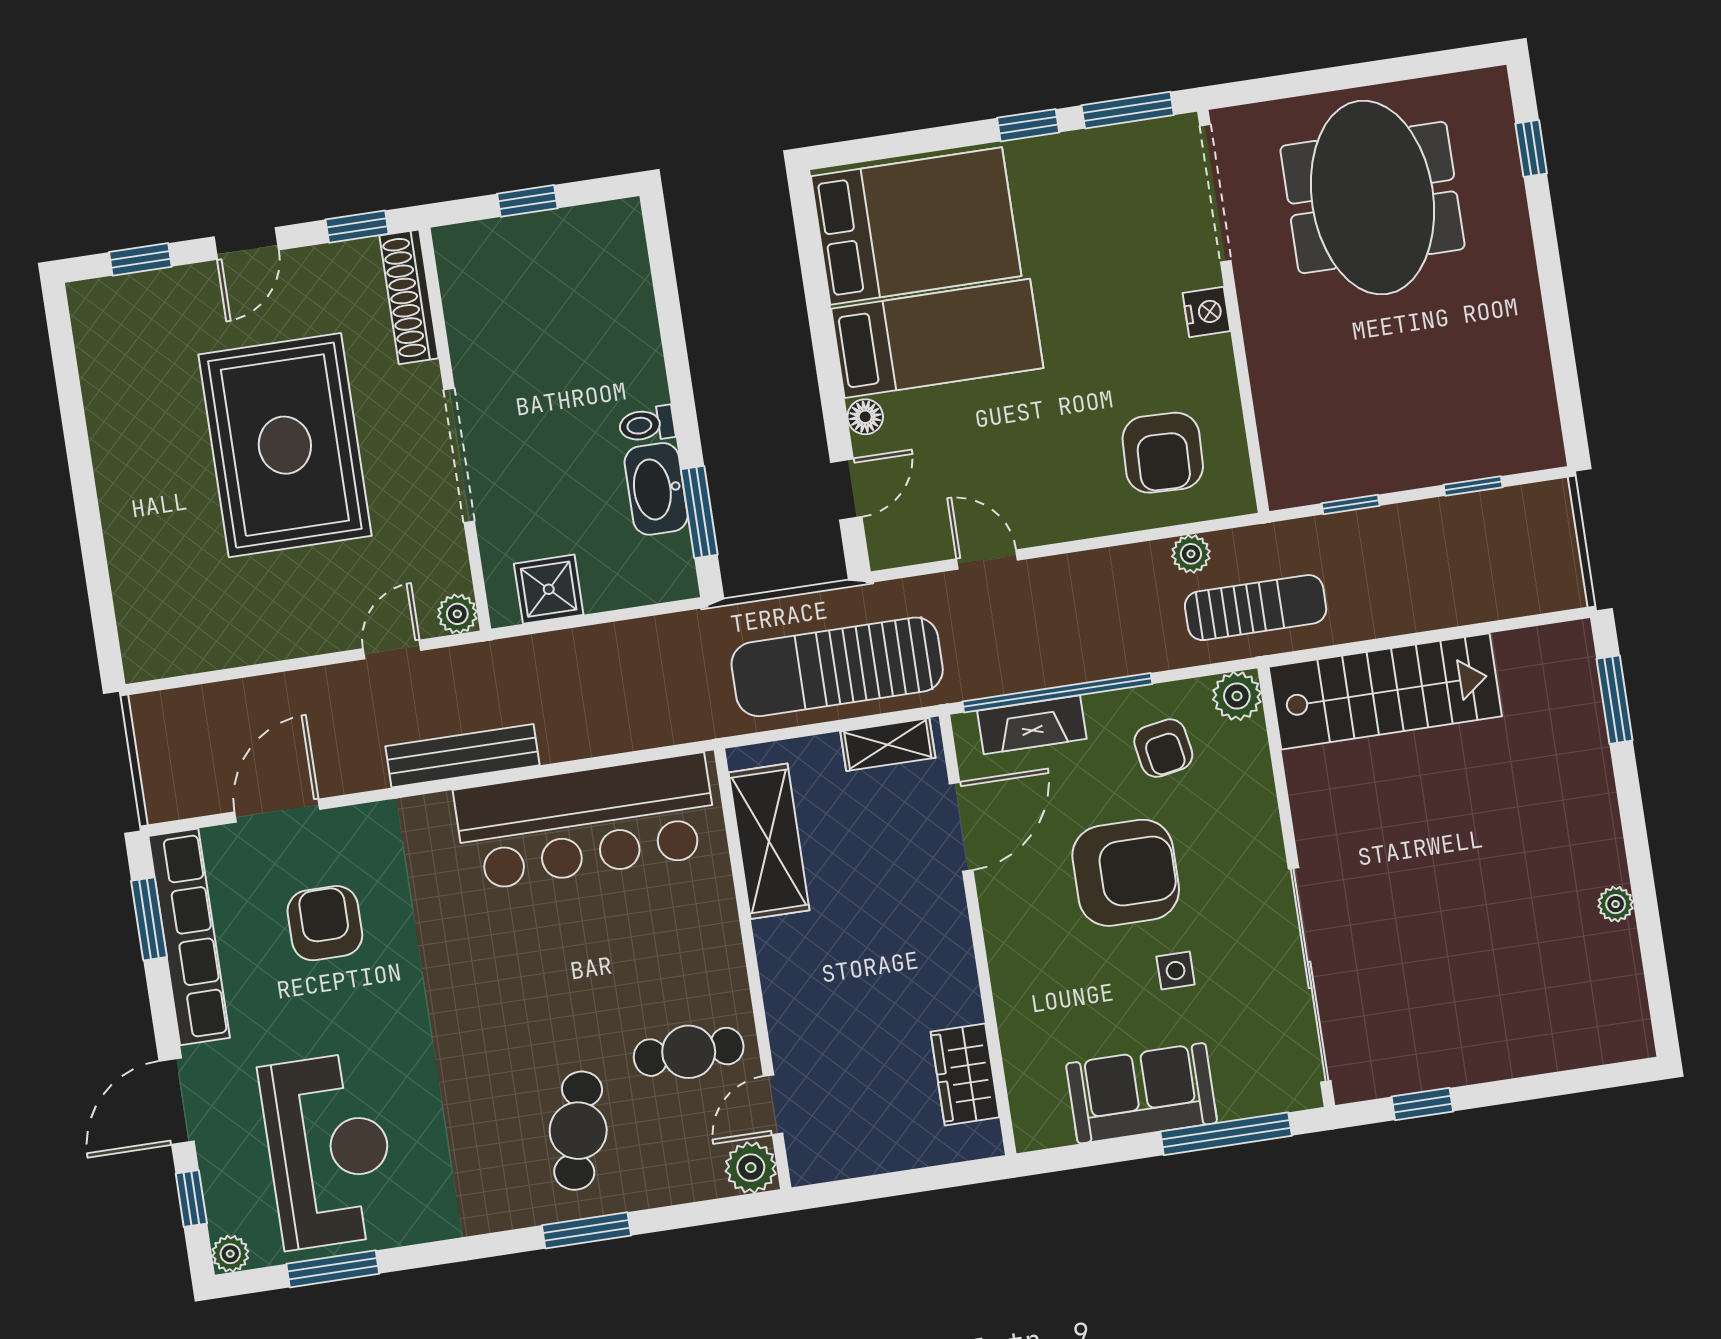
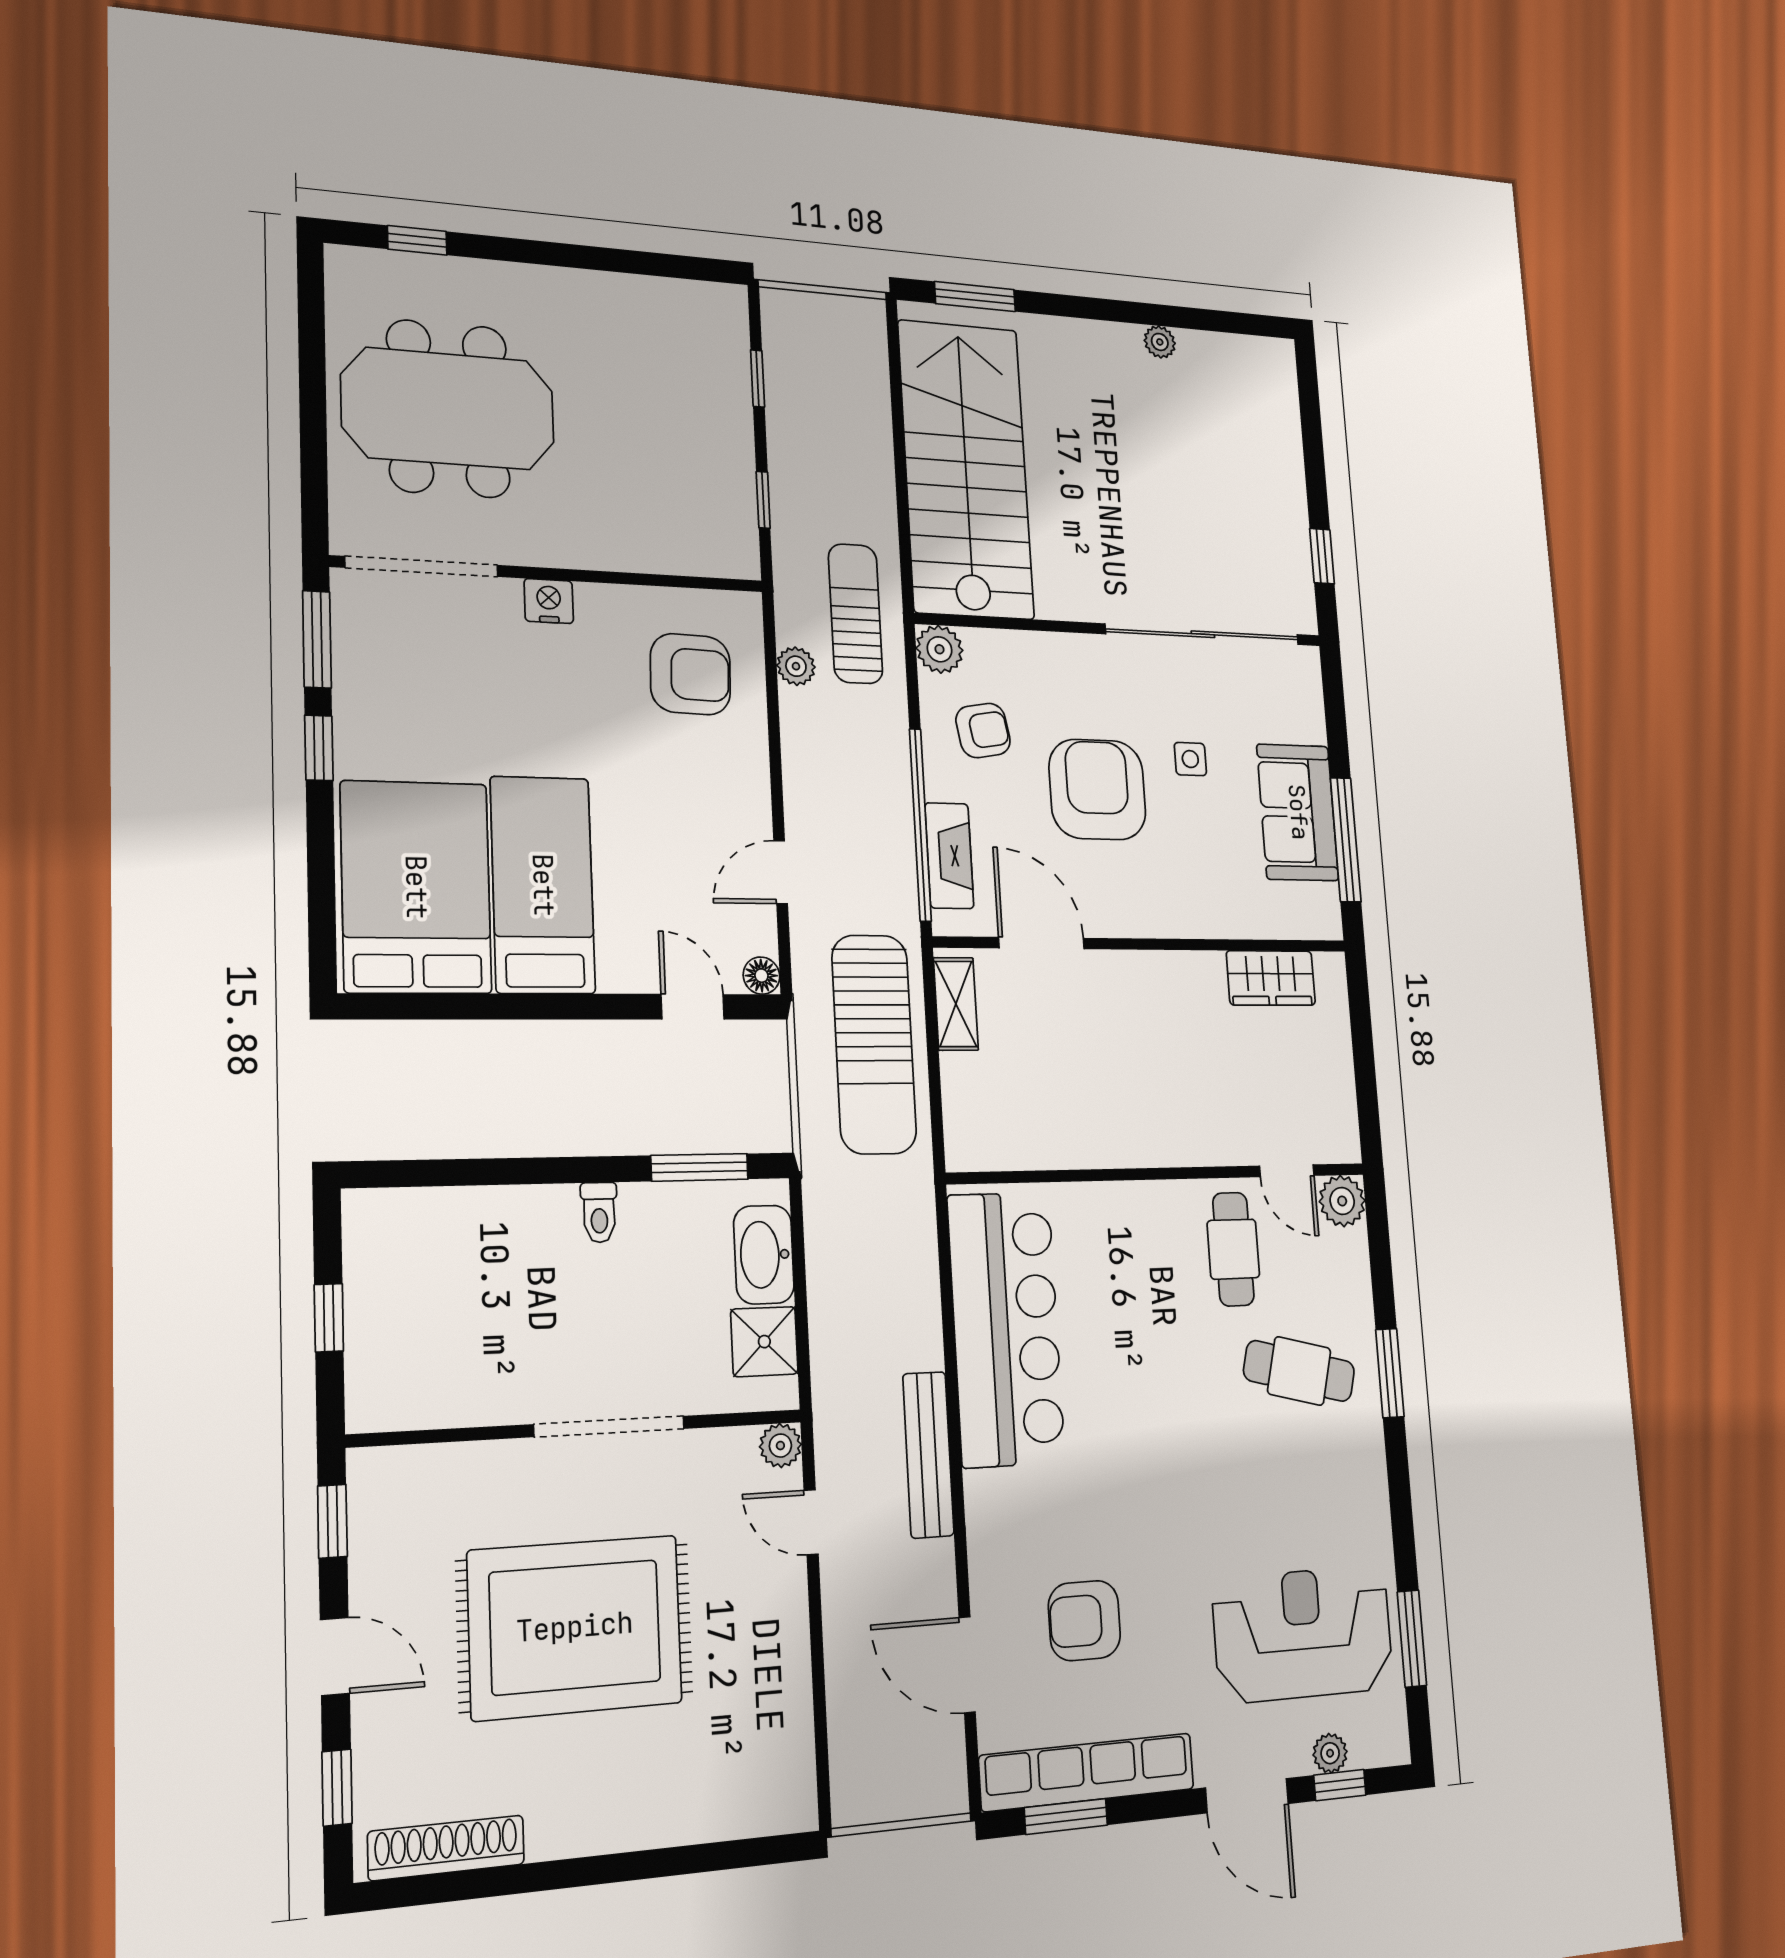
shoe rack: (409, 297) -> (446, 1848), moved, turned 180
floor lamp: (865, 417) -> (761, 976), moved
washbasin: (656, 489) -> (764, 1255), moved, turned 90
stairs: (1385, 691) -> (966, 469), width x1.36, depth x1.51
shelving: (769, 841) -> (1040, 1140), removed
window: (1226, 1134) -> (1346, 840), moved
plant: (230, 1254) -> (1330, 1753), moved

